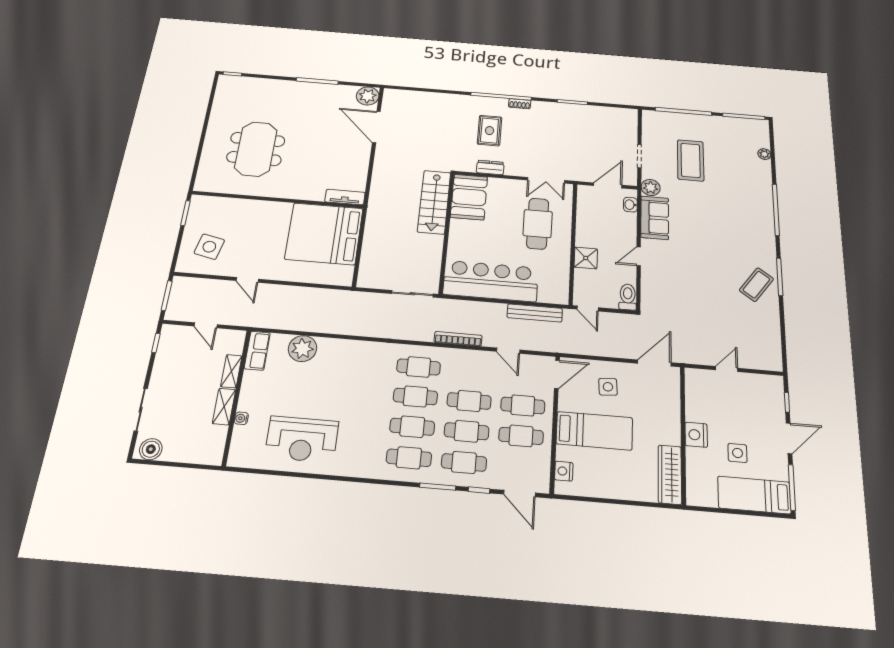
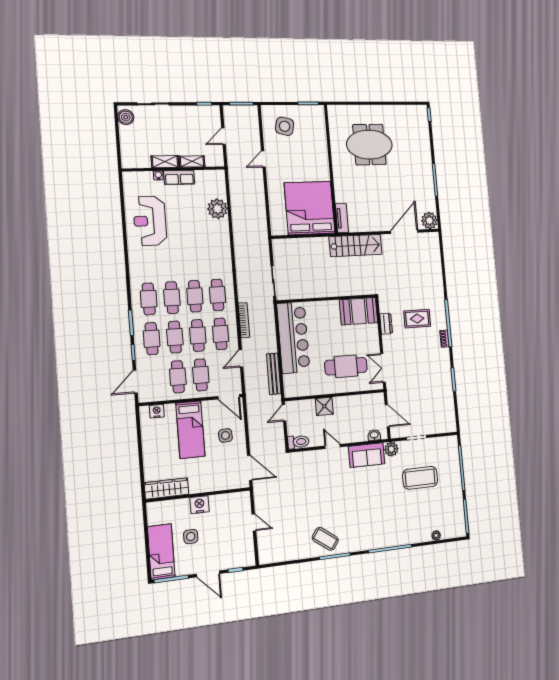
stairs: (434, 202) -> (356, 245), moved, turned 180
row of seats: (257, 351) -> (179, 178), moved
cafe table: (472, 371) -> (221, 334), added

